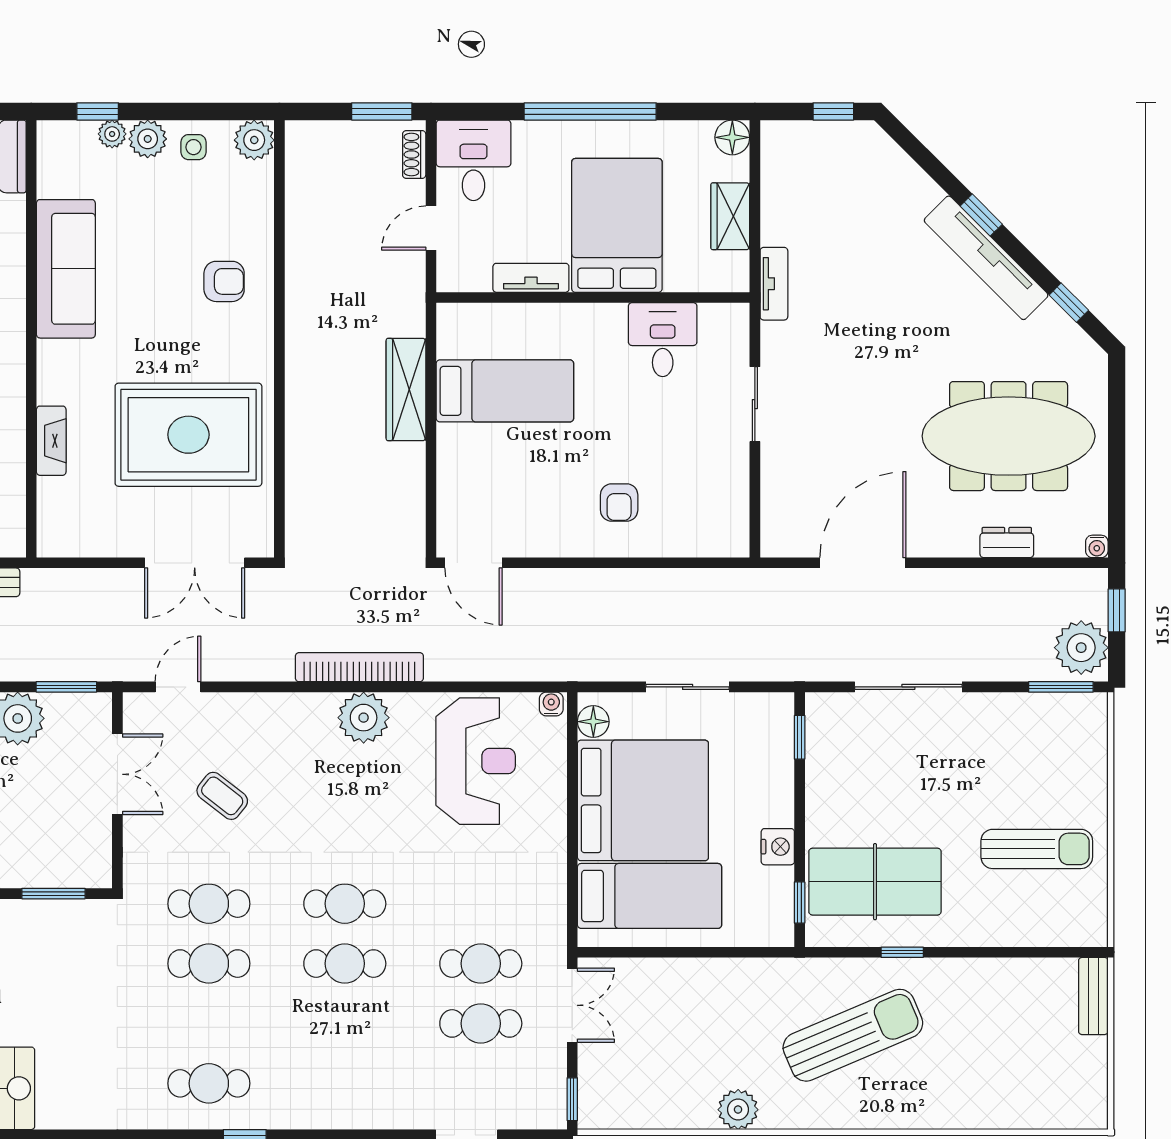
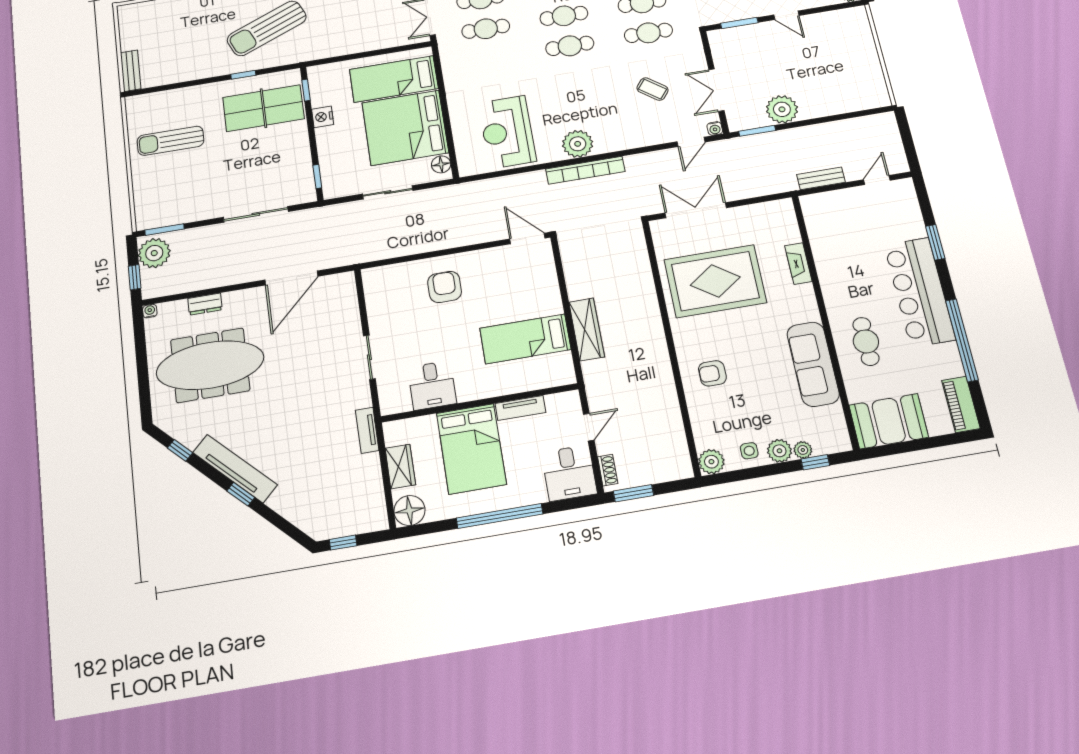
floor lamp: (732, 137) -> (409, 510), width x1.38, depth x1.38
armchair: (619, 503) -> (445, 287), width x1.38, depth x1.38
water cooler: (551, 704) -> (715, 128), moved

